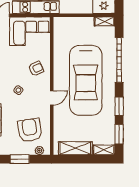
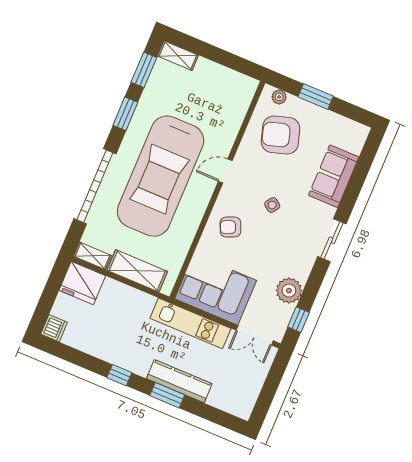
car: (86, 80) -> (161, 176), turned 180
armchair: (30, 130) -> (281, 135), turned 82
shelving: (75, 148) -> (137, 271), moved

